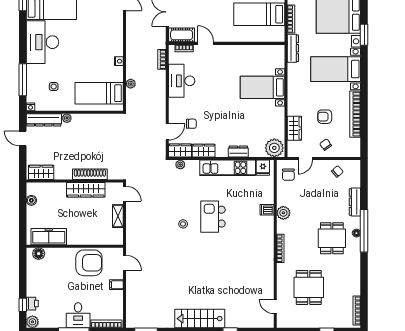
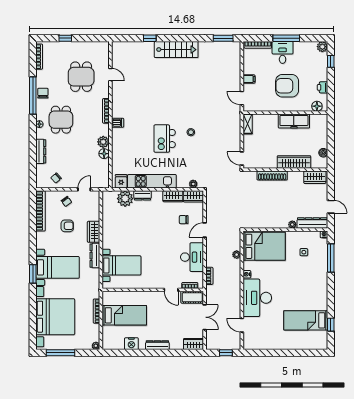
window: (364, 35) -> (33, 274), moved
desk: (42, 42) -> (257, 298), moved, turned 180
dresser: (293, 48) -> (95, 256), moved
bed with nightstands: (262, 87) -> (122, 265), moved
bed: (99, 93) -> (264, 246), width x1.50
bookcase: (355, 114) -> (41, 211), moved
wardrobe: (294, 128) -> (94, 232), moved
door: (167, 132) -> (205, 230), moved
plant: (274, 148) -> (125, 199), moved
chair: (288, 175) -> (43, 93), moved
wardrobe: (86, 190) -> (294, 162), moved
floor lamp: (282, 199) -> (104, 154), added
dishwasher: (267, 210) -> (118, 123), moved
shelving: (118, 216) -> (248, 124), moved
kitchen island: (213, 217) -> (165, 139), turned 180
window: (364, 231) -> (33, 96), moved
freezer: (49, 237) -> (294, 121), moved
armchair: (89, 263) -> (287, 86), moved
printer: (32, 304) -> (323, 87), moved
door: (275, 306) -> (110, 75), moved

